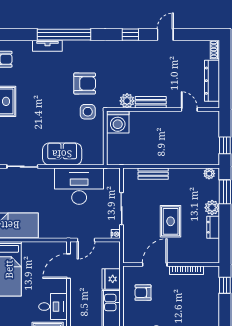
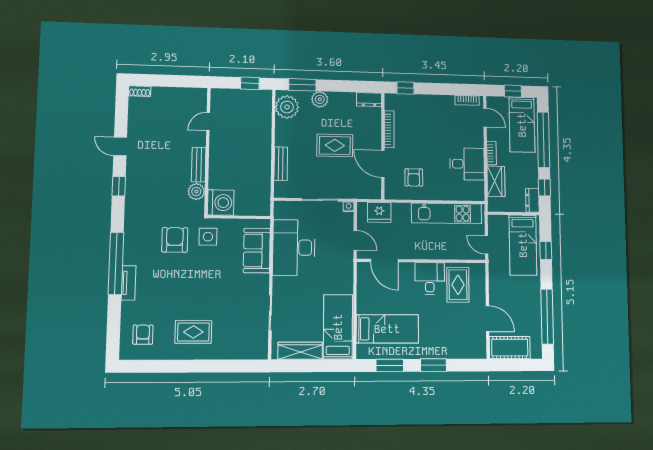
dresser: (212, 81) -> (176, 95), removed
sofa: (62, 154) -> (257, 251), moved
plant: (209, 174) -> (287, 107), width x1.88, depth x1.88
dresser: (213, 227) -> (369, 100), moved
fridge: (111, 279) -> (379, 212), moved

